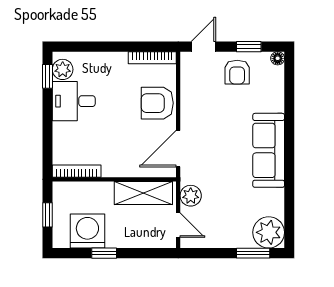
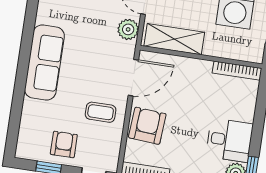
floor lamp: (278, 58) -> (22, 152), removed
armchair: (157, 103) -> (147, 126), turned -86
coffee table: (206, 110) -> (101, 112), added

